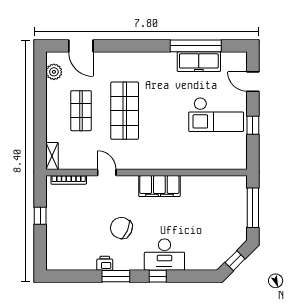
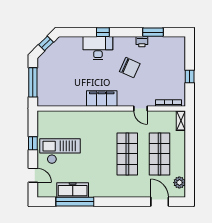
shop shelf: (81, 111) -> (159, 154), width x1.43, depth x1.36
window: (116, 276) -> (153, 32), moved

